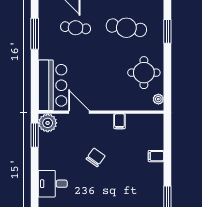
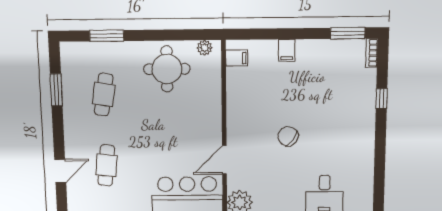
cafe table: (126, 28) -> (104, 95), width x0.73, depth x0.74
filing cabinet: (119, 121) -> (237, 58), moved

